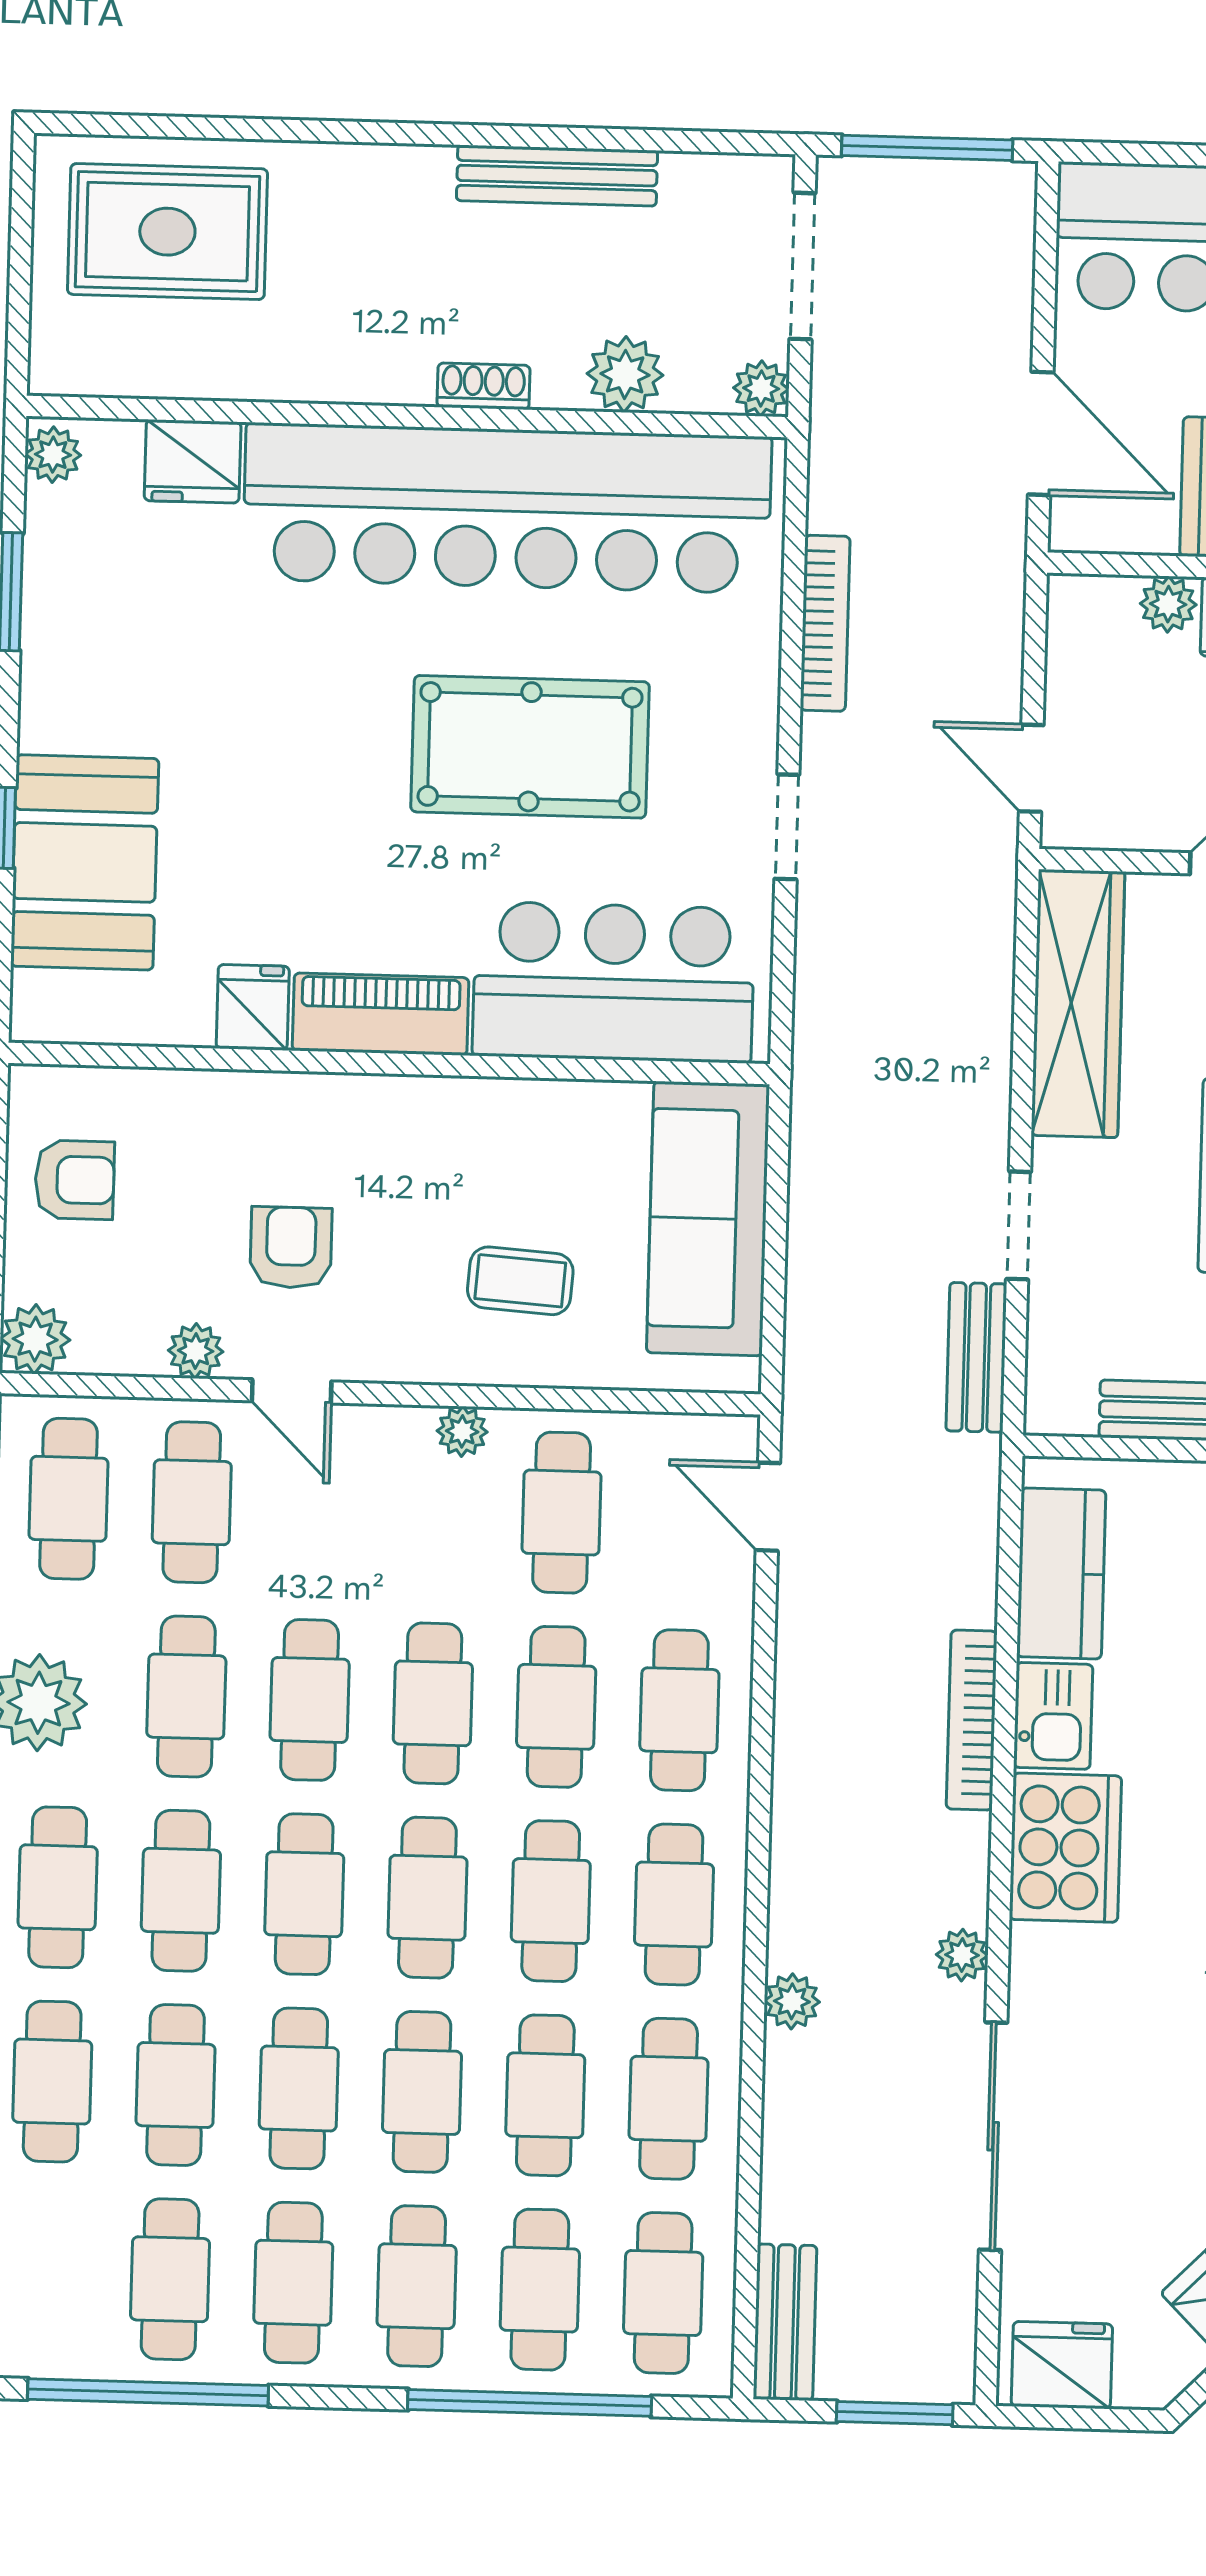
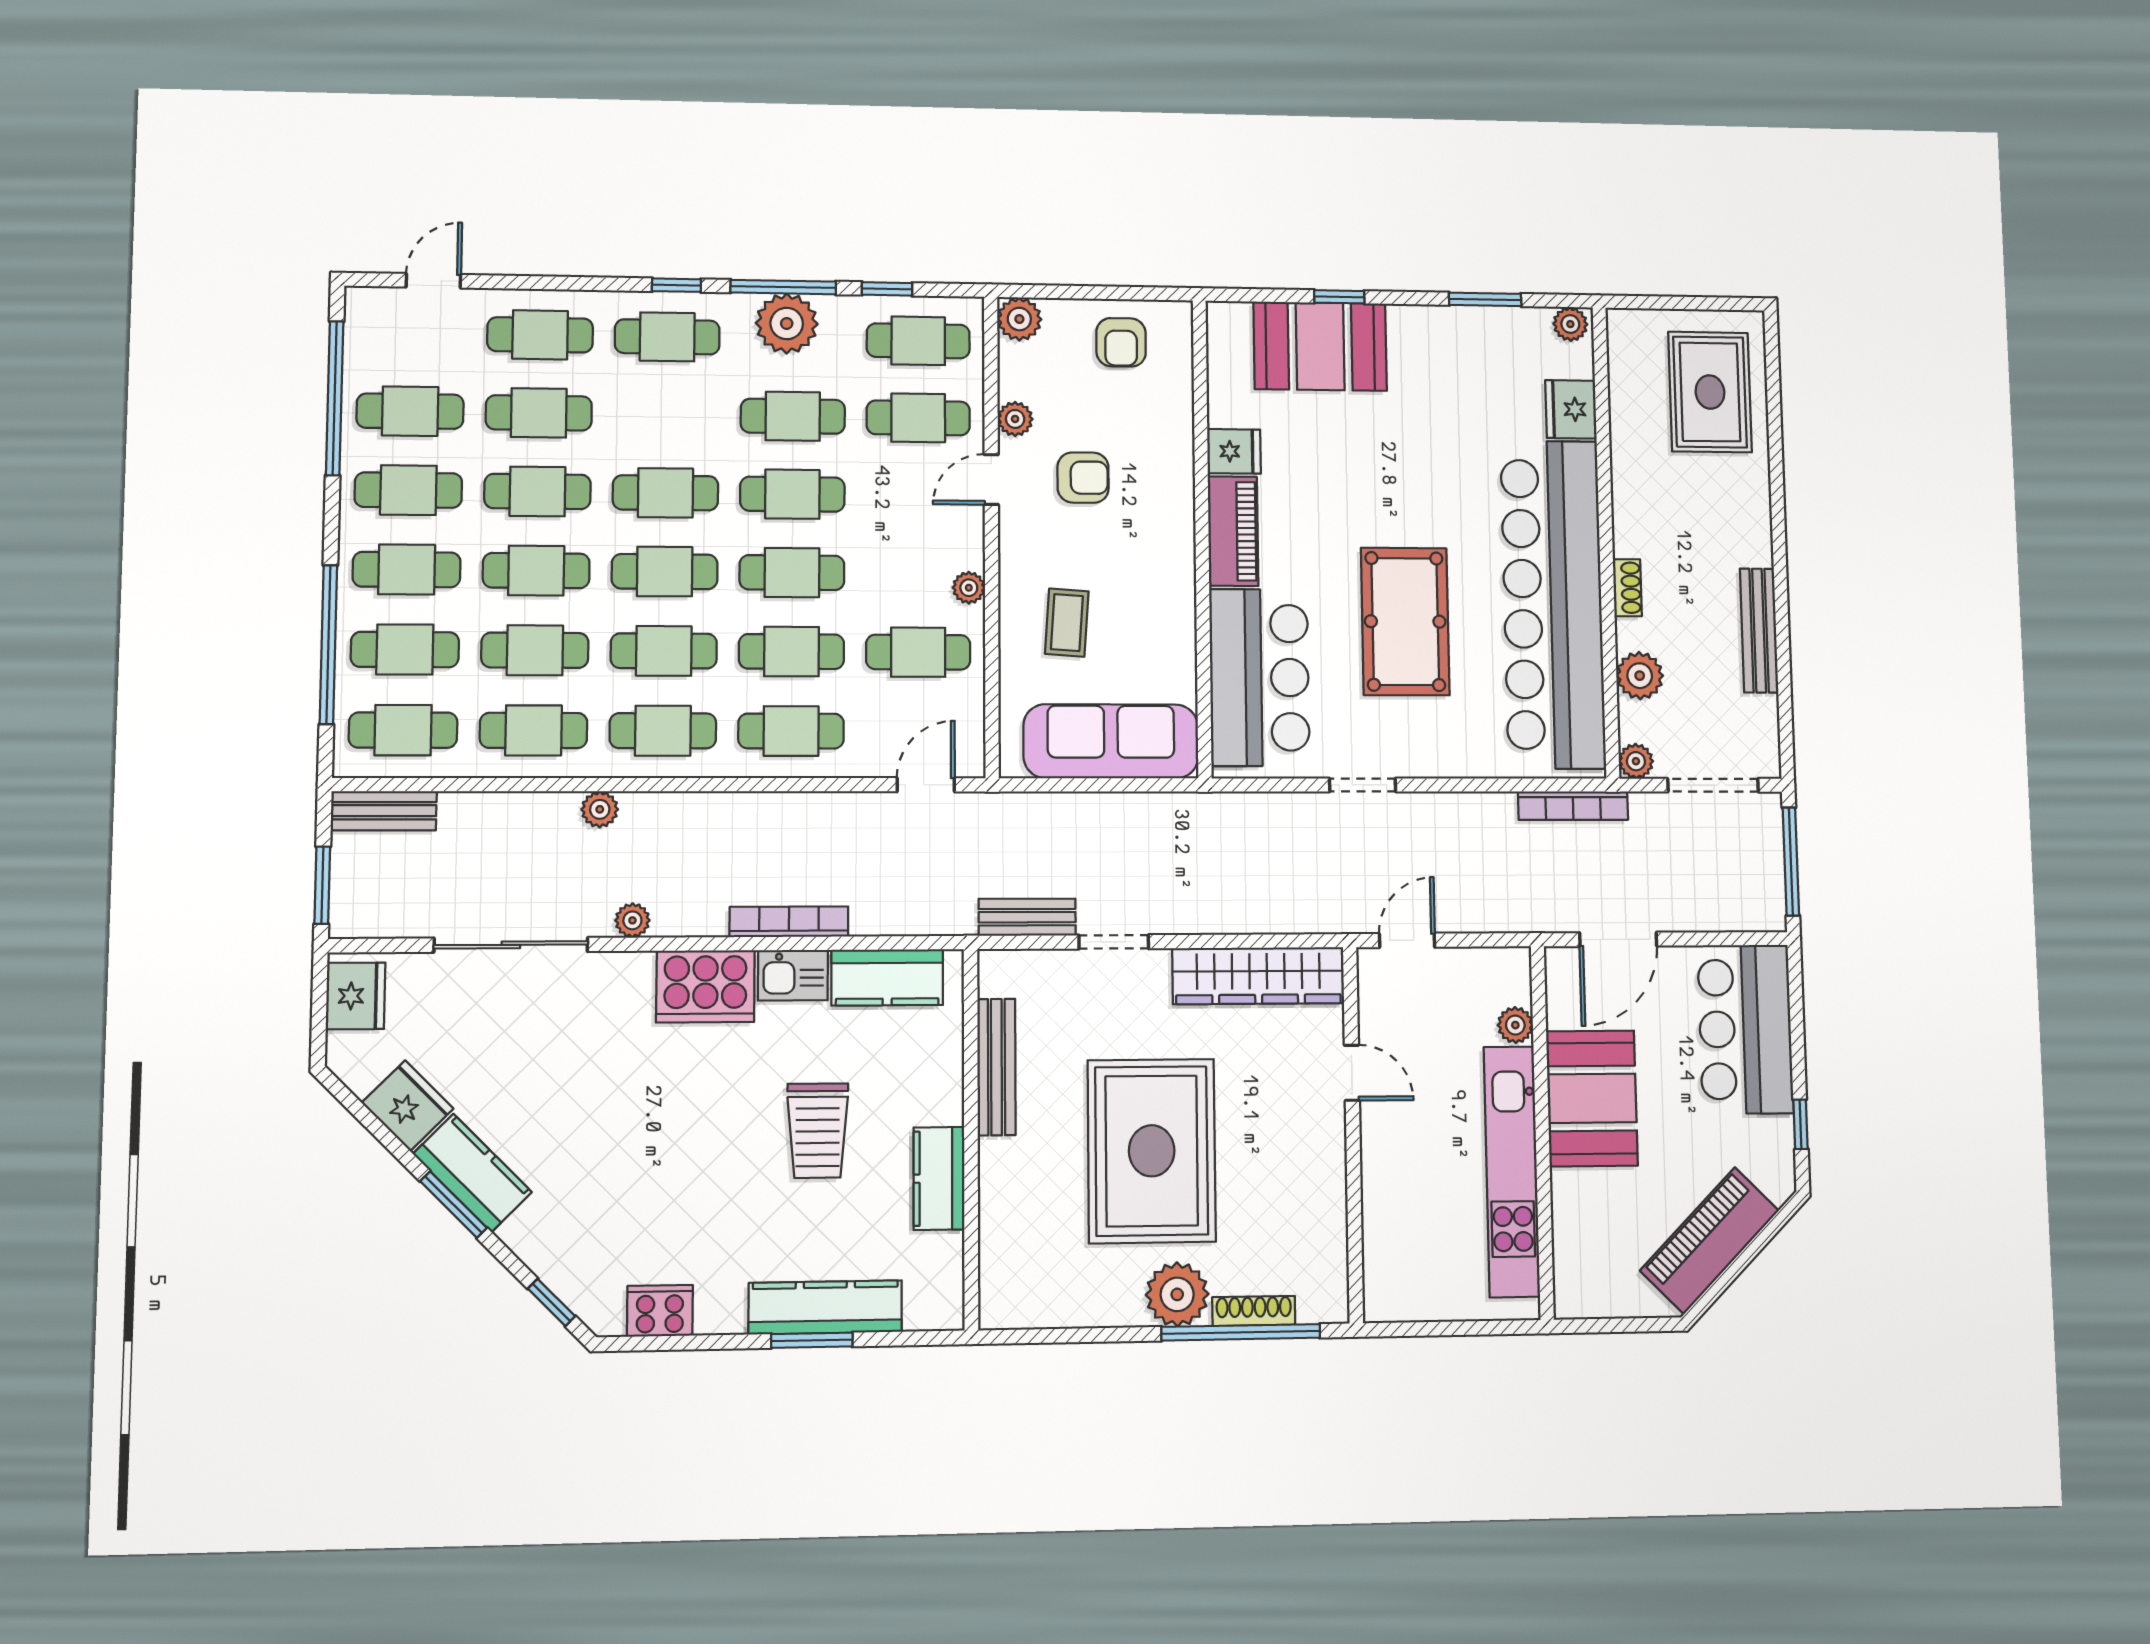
bookcase: (825, 623) -> (1573, 806), moved
cafe table: (181, 1891) -> (666, 415), removed

